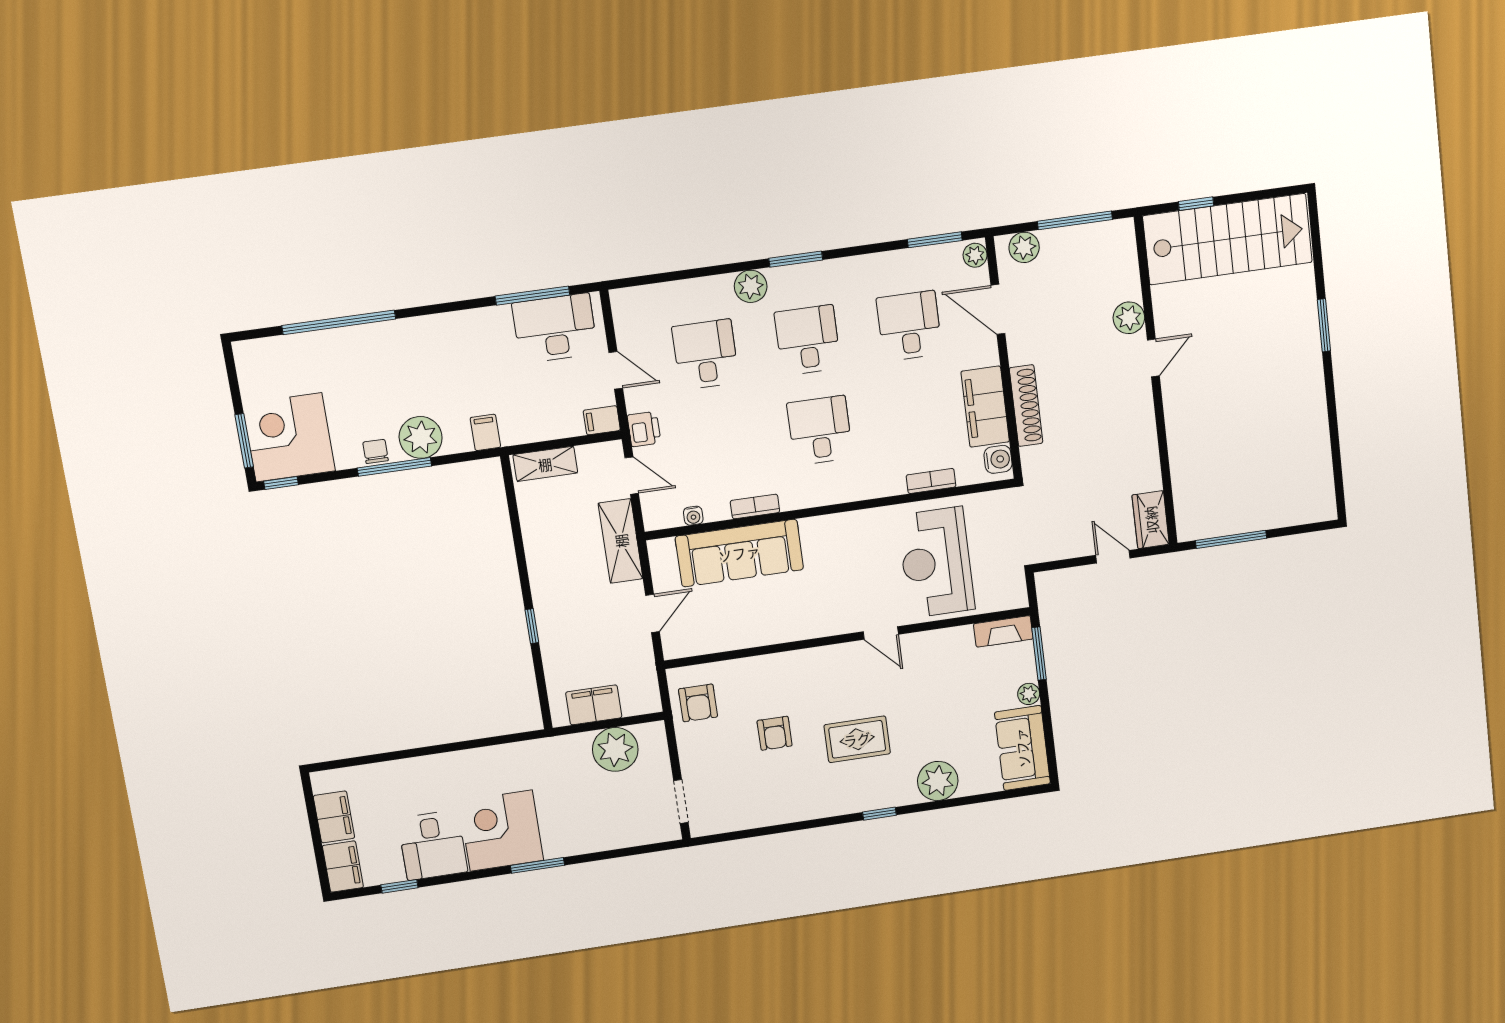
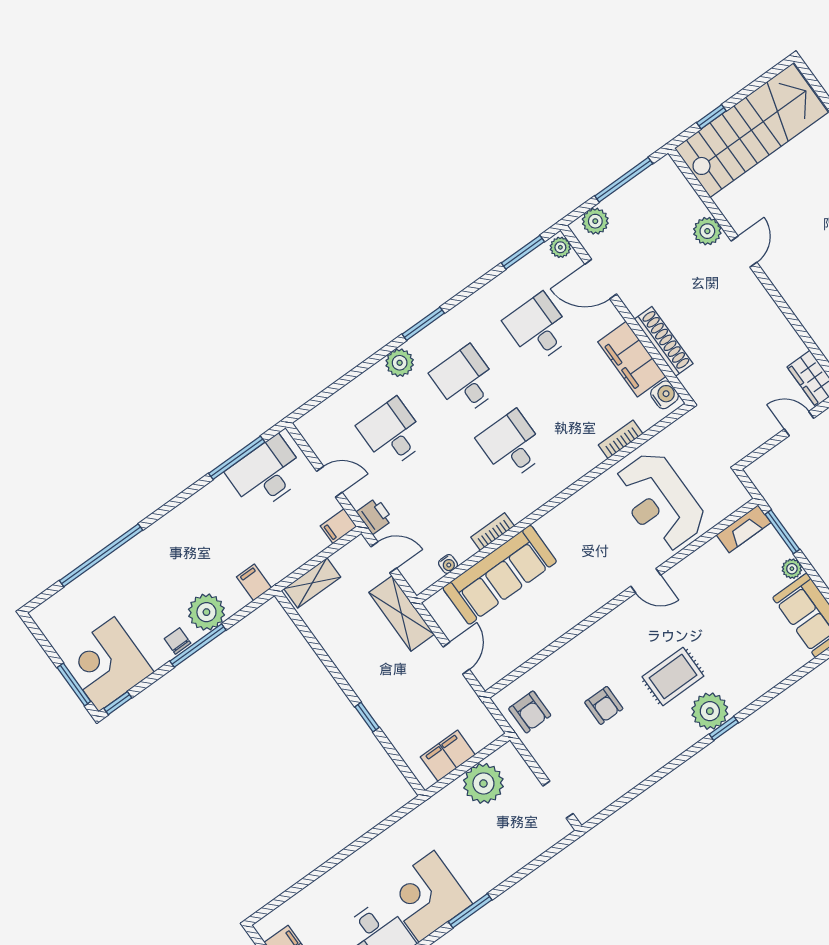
plant: (938, 781) -> (710, 711), moved

